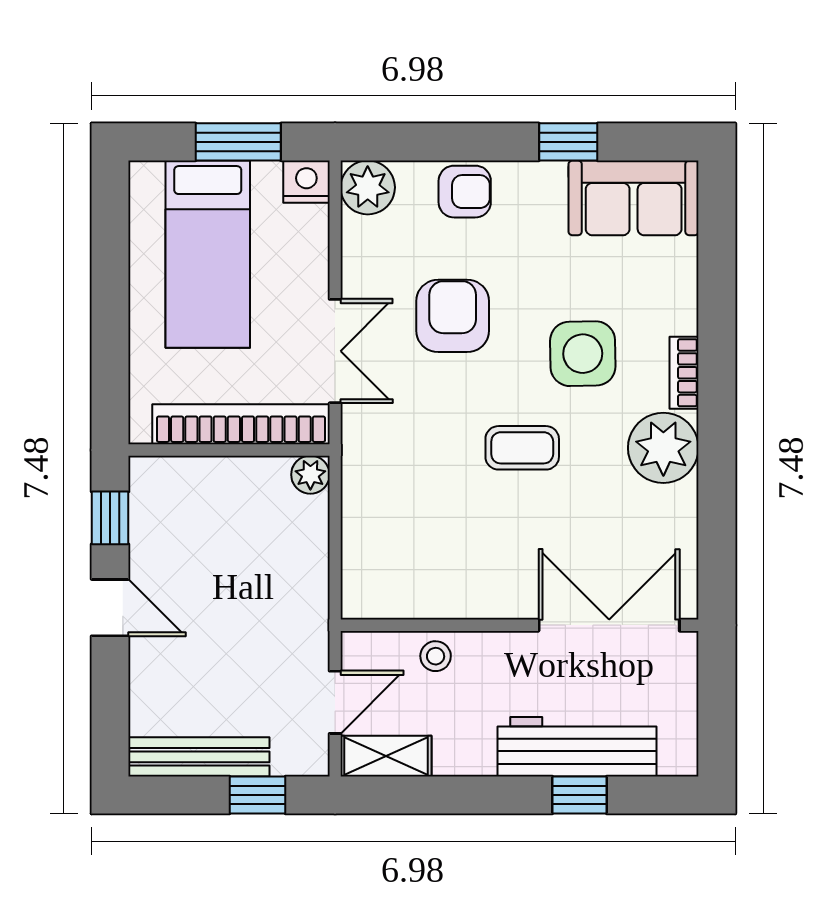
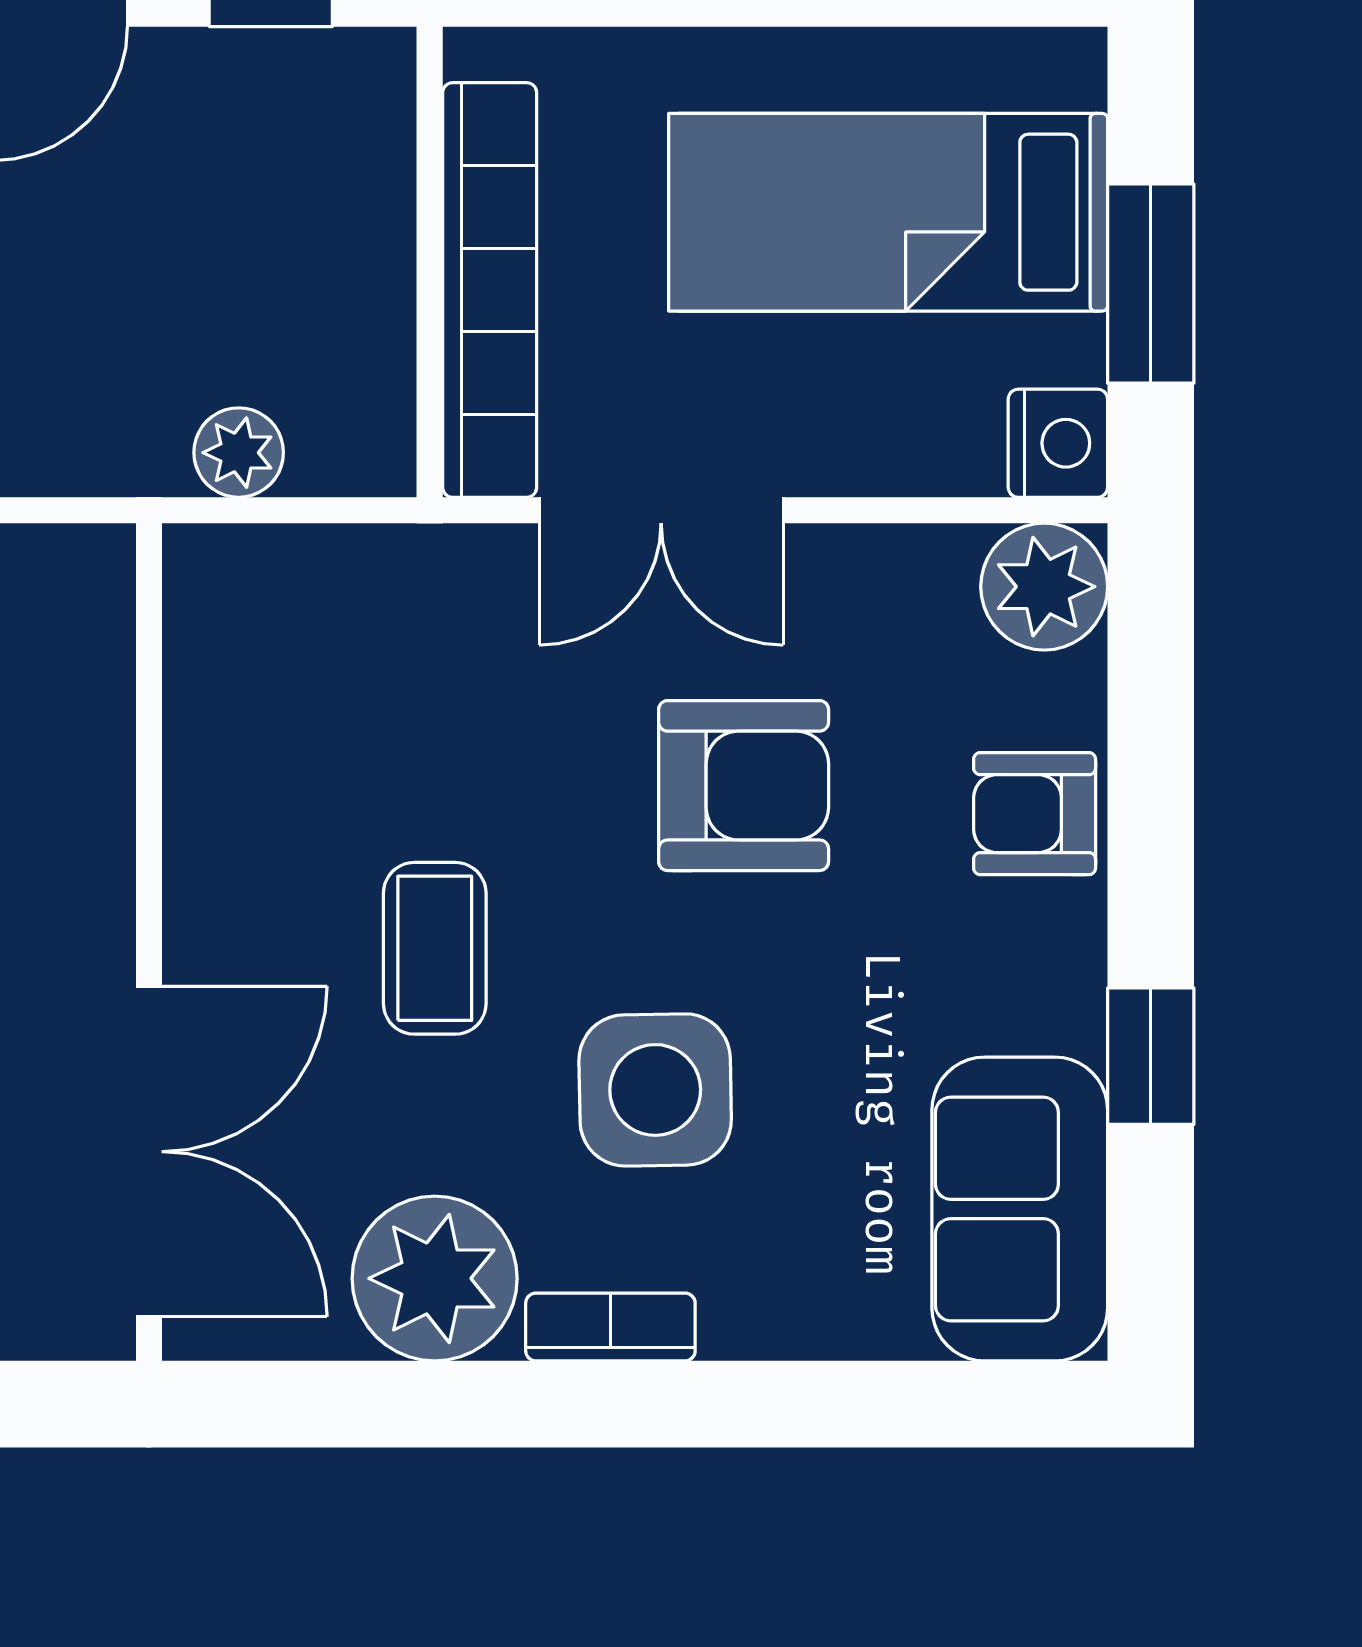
armchair: (465, 192) -> (1035, 814), turned 90
plant: (310, 475) -> (239, 453), moved
wall: (520, 625) -> (149, 942), moved
double door: (609, 625) -> (149, 1152), moved

